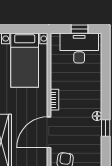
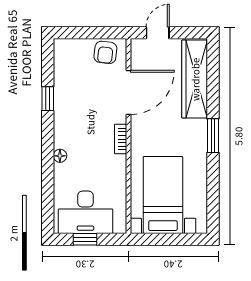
floor lamp: (97, 116) -> (60, 156), moved

